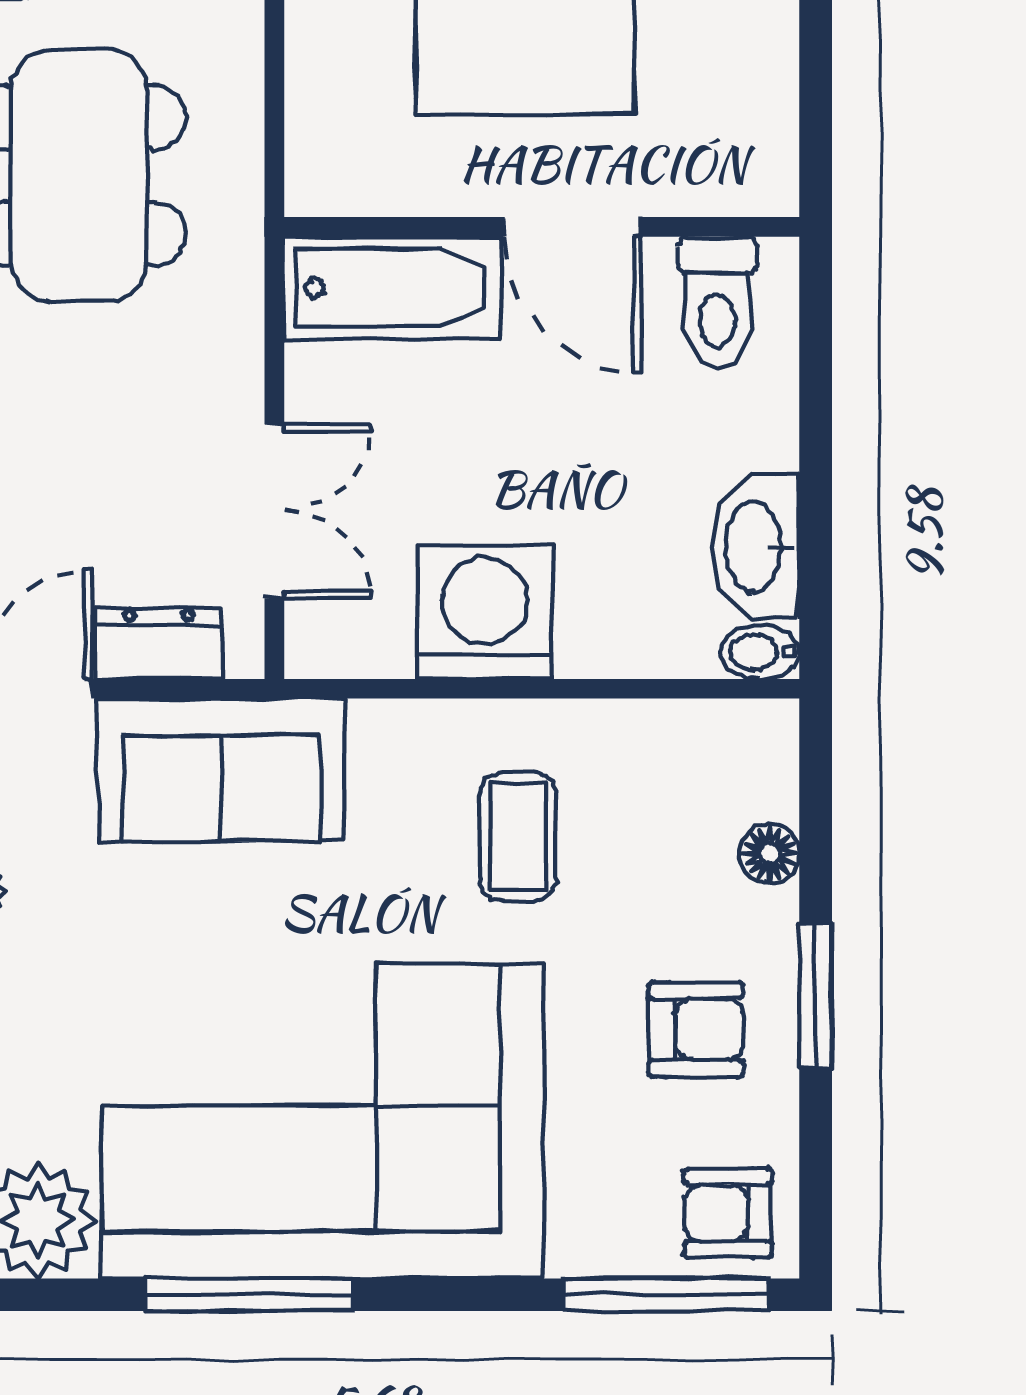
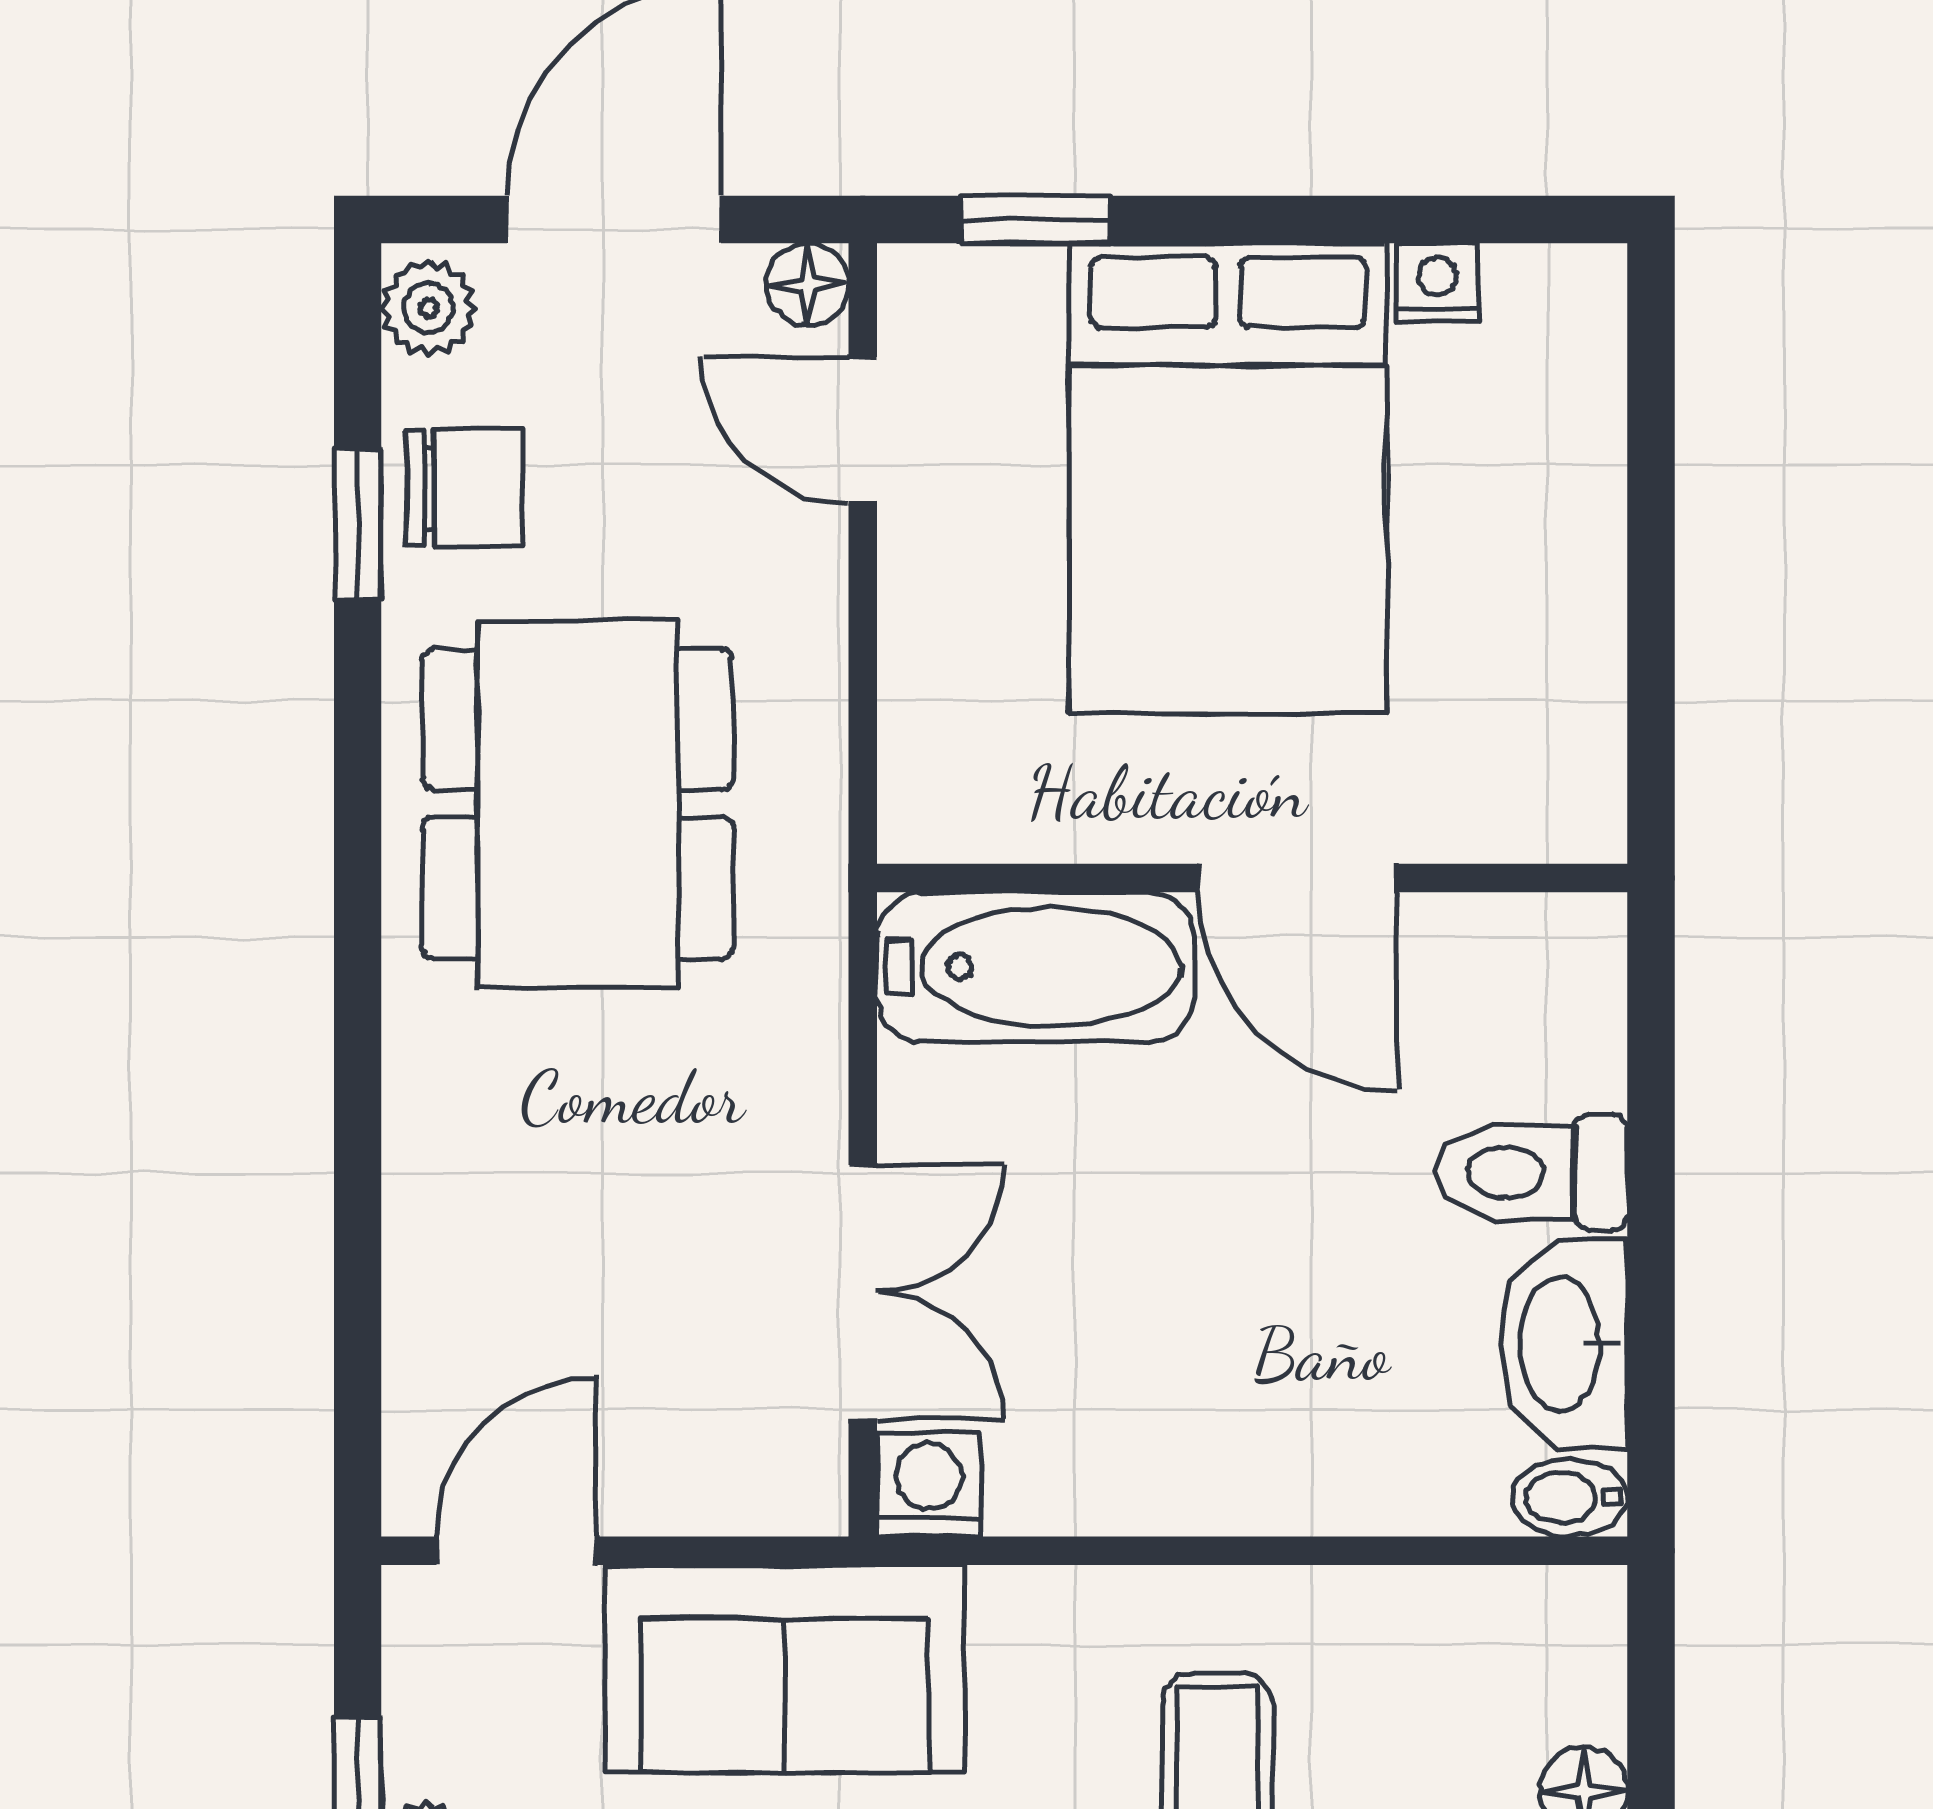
toilet: (717, 302) -> (1532, 1172), moved, turned 90
washing machine: (485, 612) -> (929, 1485), moved, width x0.53, depth x0.53
dresser: (159, 643) -> (694, 1485), removed

